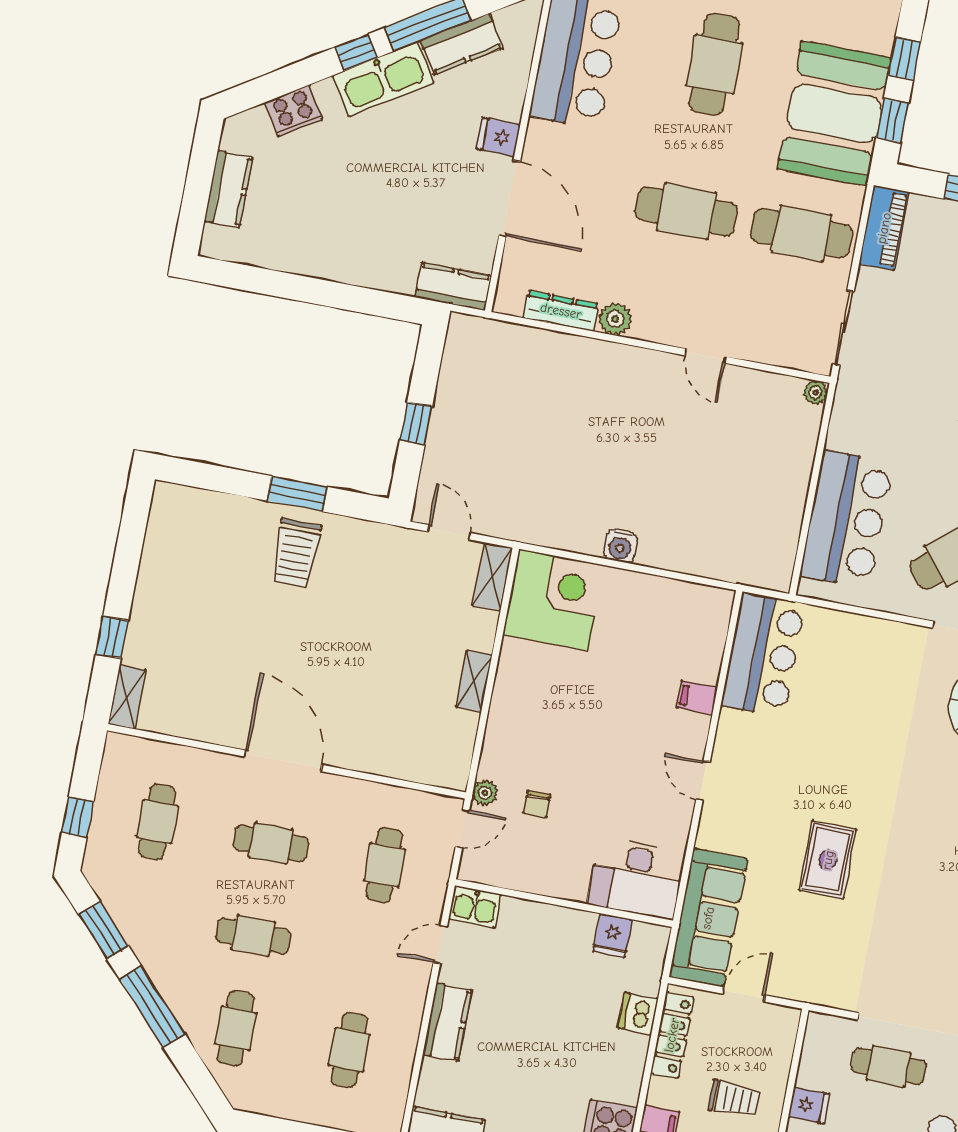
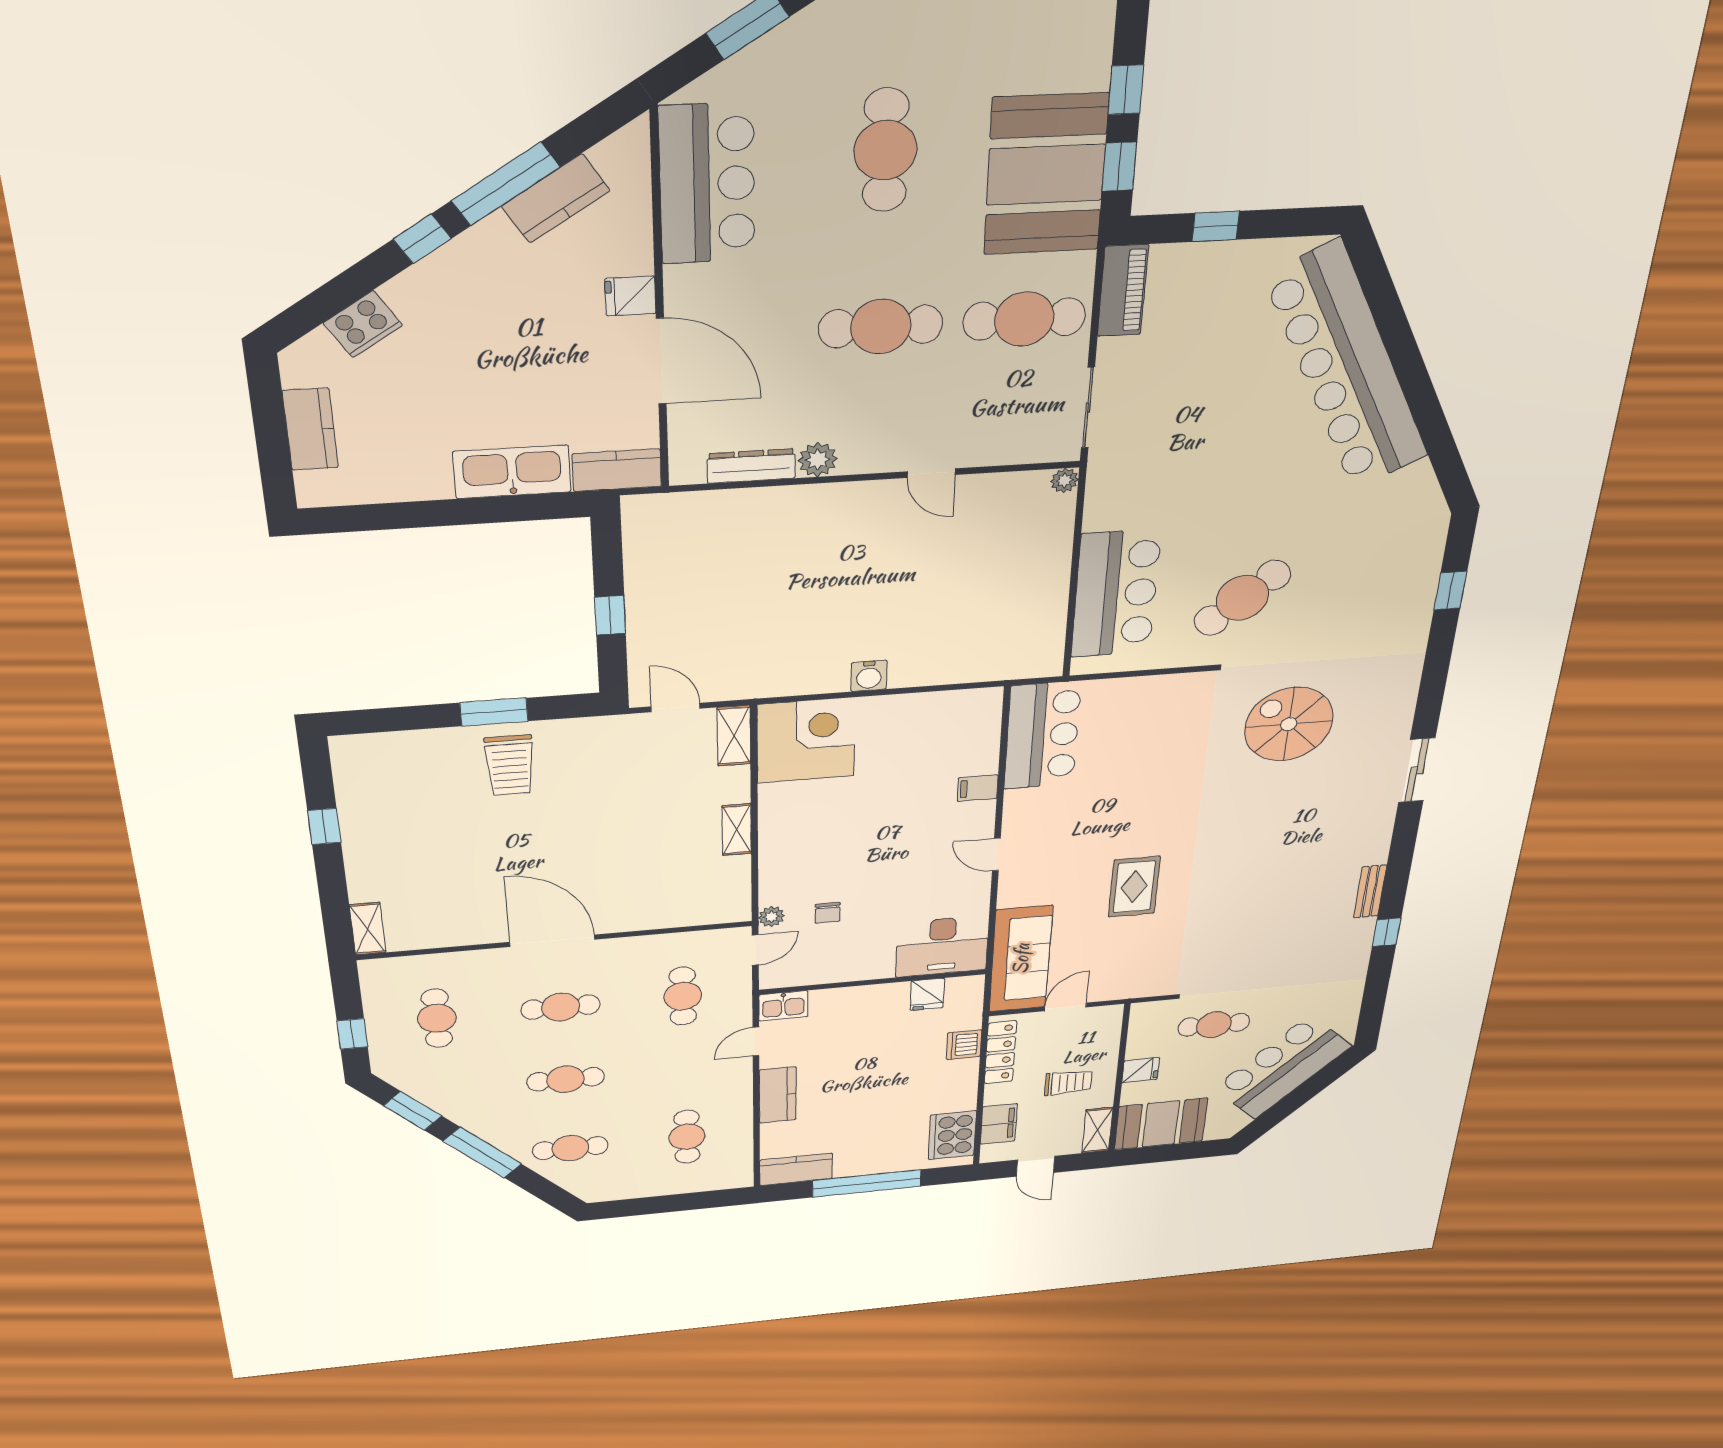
kitchen sink: (383, 79) -> (512, 472), moved, turned -148
window: (112, 637) -> (324, 826), moved
cafe table: (236, 1028) -> (570, 1148), turned 90

